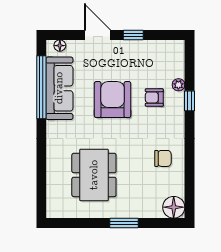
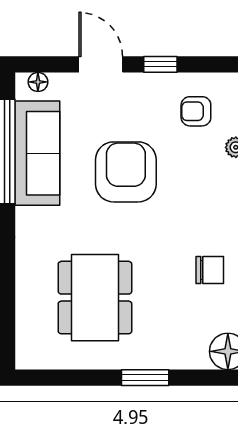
armchair: (154, 97) -> (196, 111), moved

